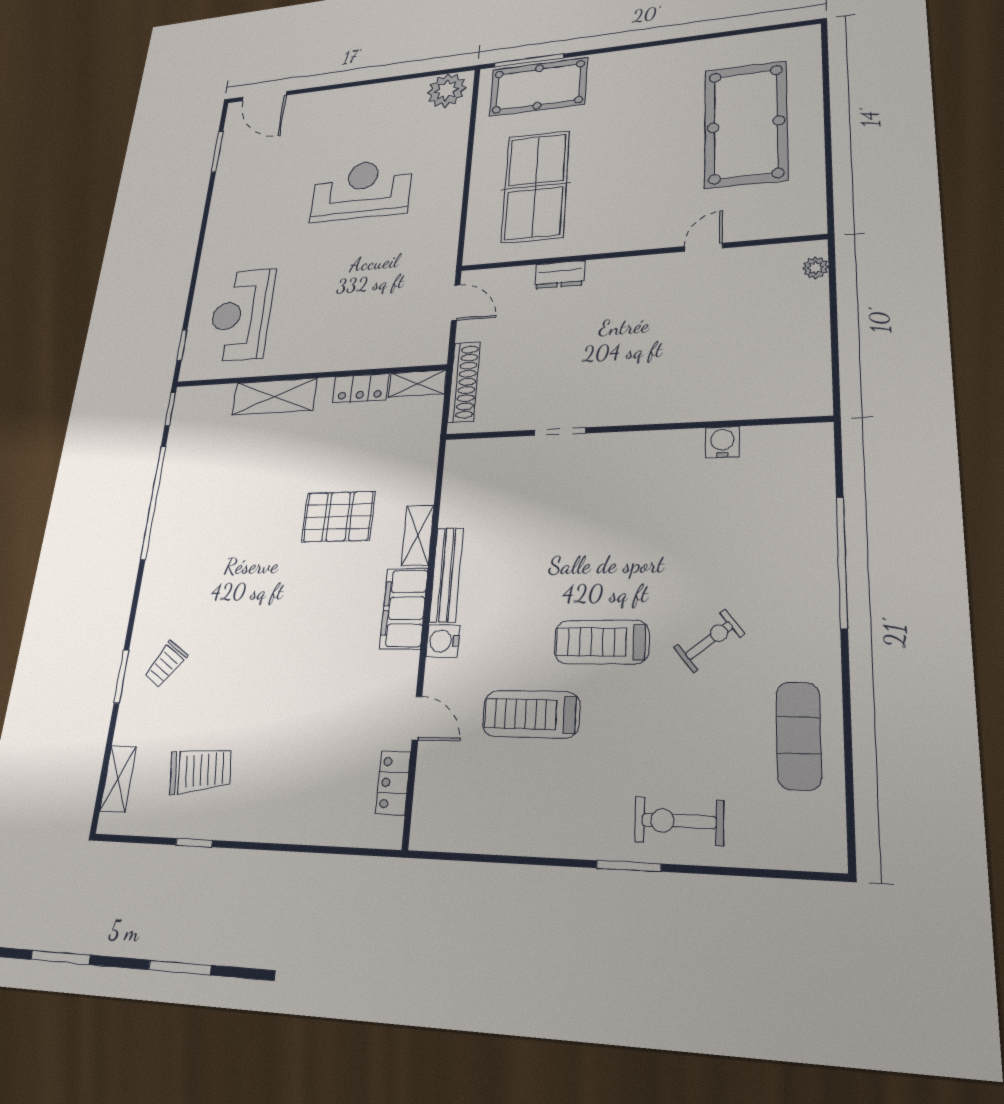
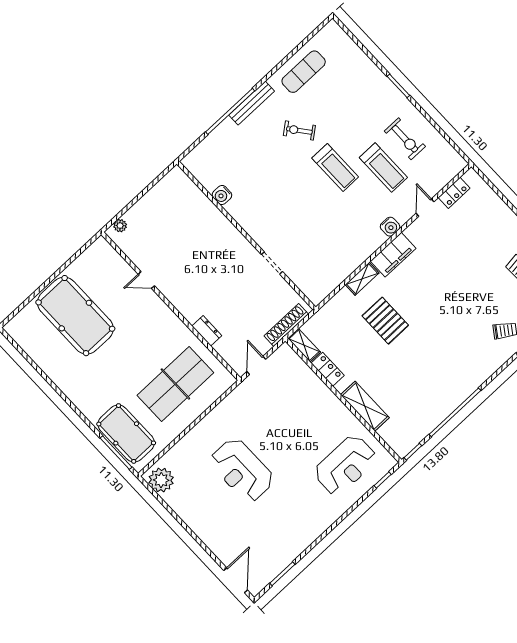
pool table: (746, 124) -> (75, 316), turned 90
bench: (446, 575) -> (252, 103), moved
exercise bike: (679, 821) -> (405, 139), moved

